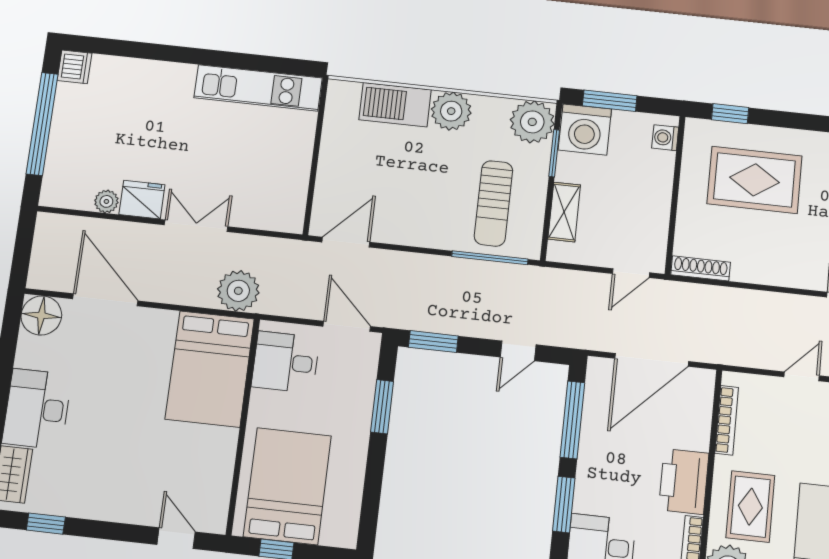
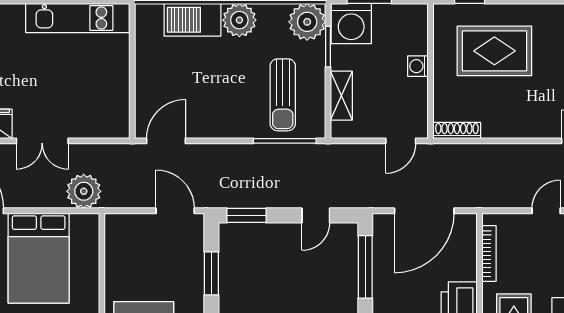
washing machine: (665, 138) -> (418, 66), moved
double door: (196, 226) -> (42, 141), swing flipped
desk: (286, 362) -> (129, 246), removed
bed: (210, 369) -> (39, 258), moved

